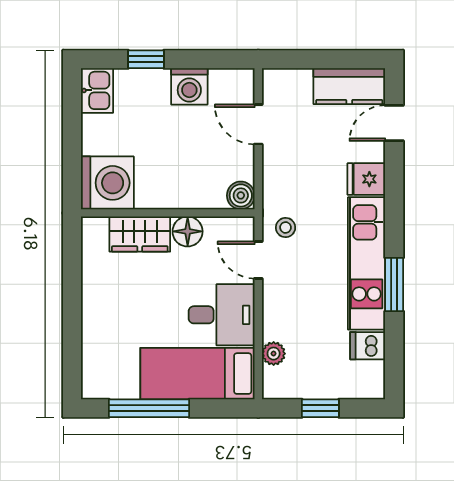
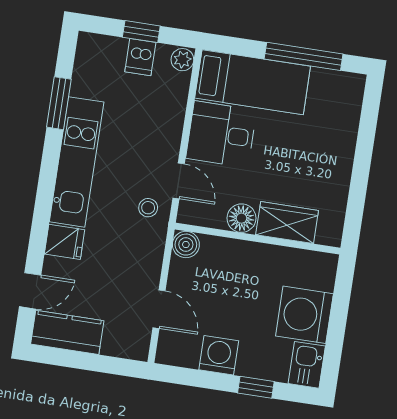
washing machine: (107, 183) -> (304, 315), moved
window: (394, 284) -> (59, 103), moved
dishwasher: (368, 346) -> (140, 57), moved, turned 90
plant: (274, 354) -> (182, 60), moved

